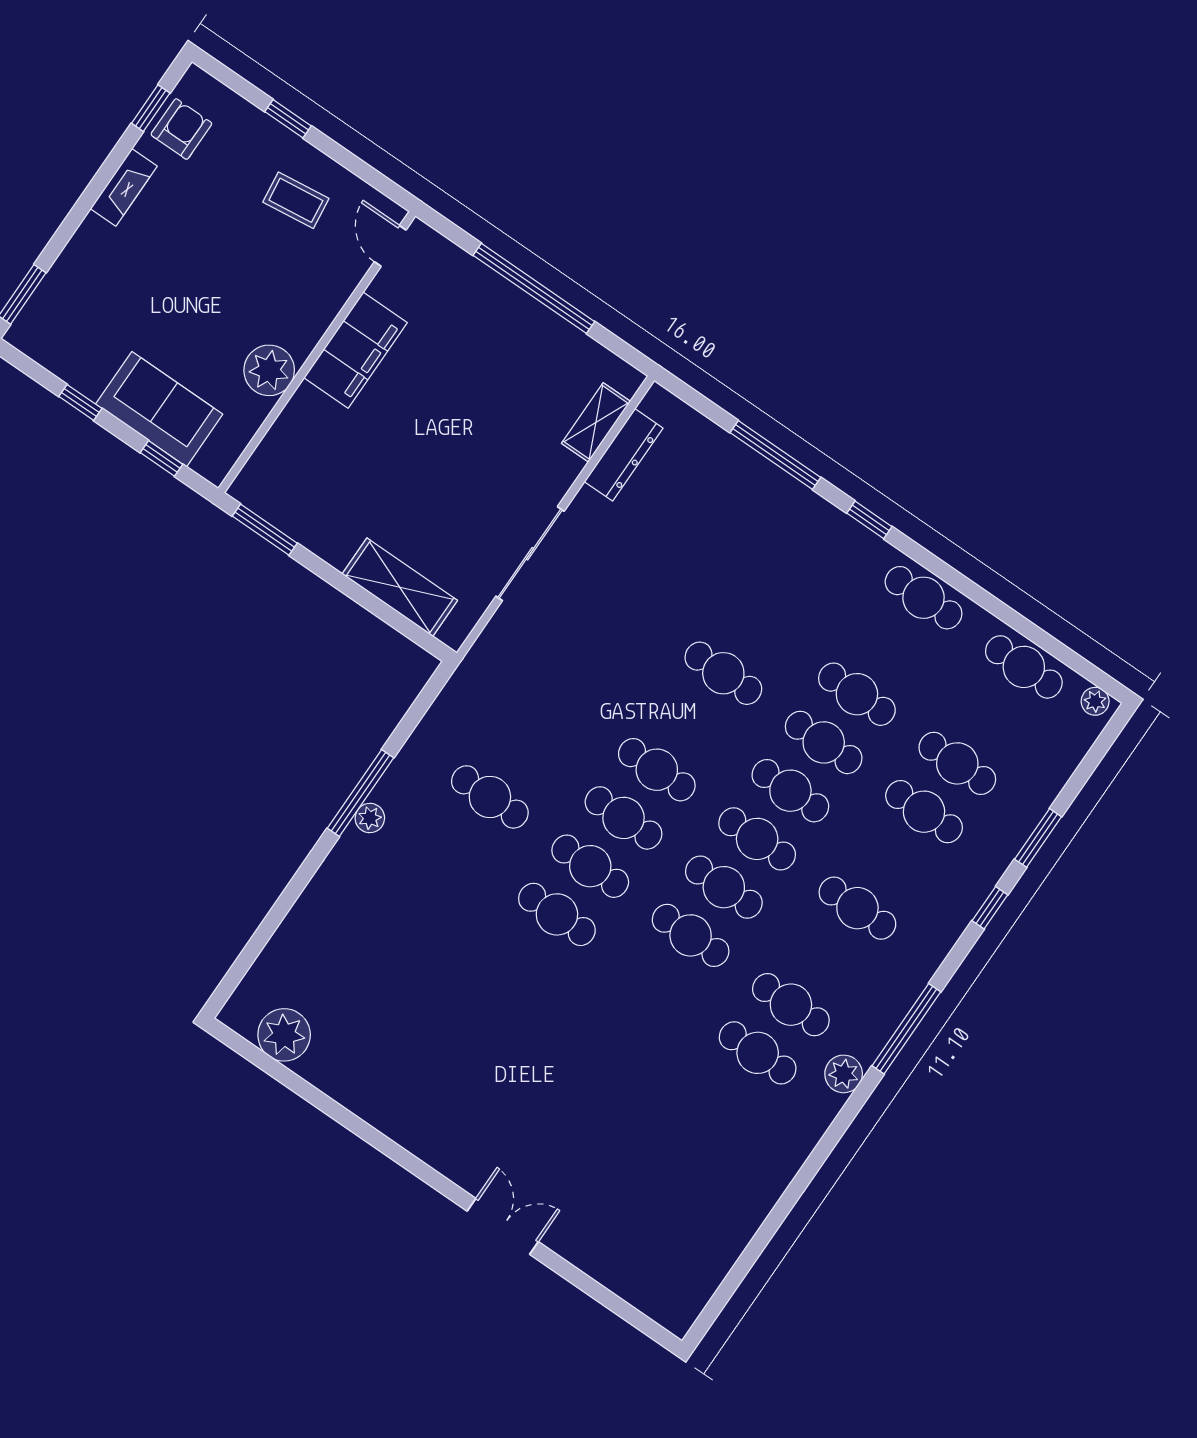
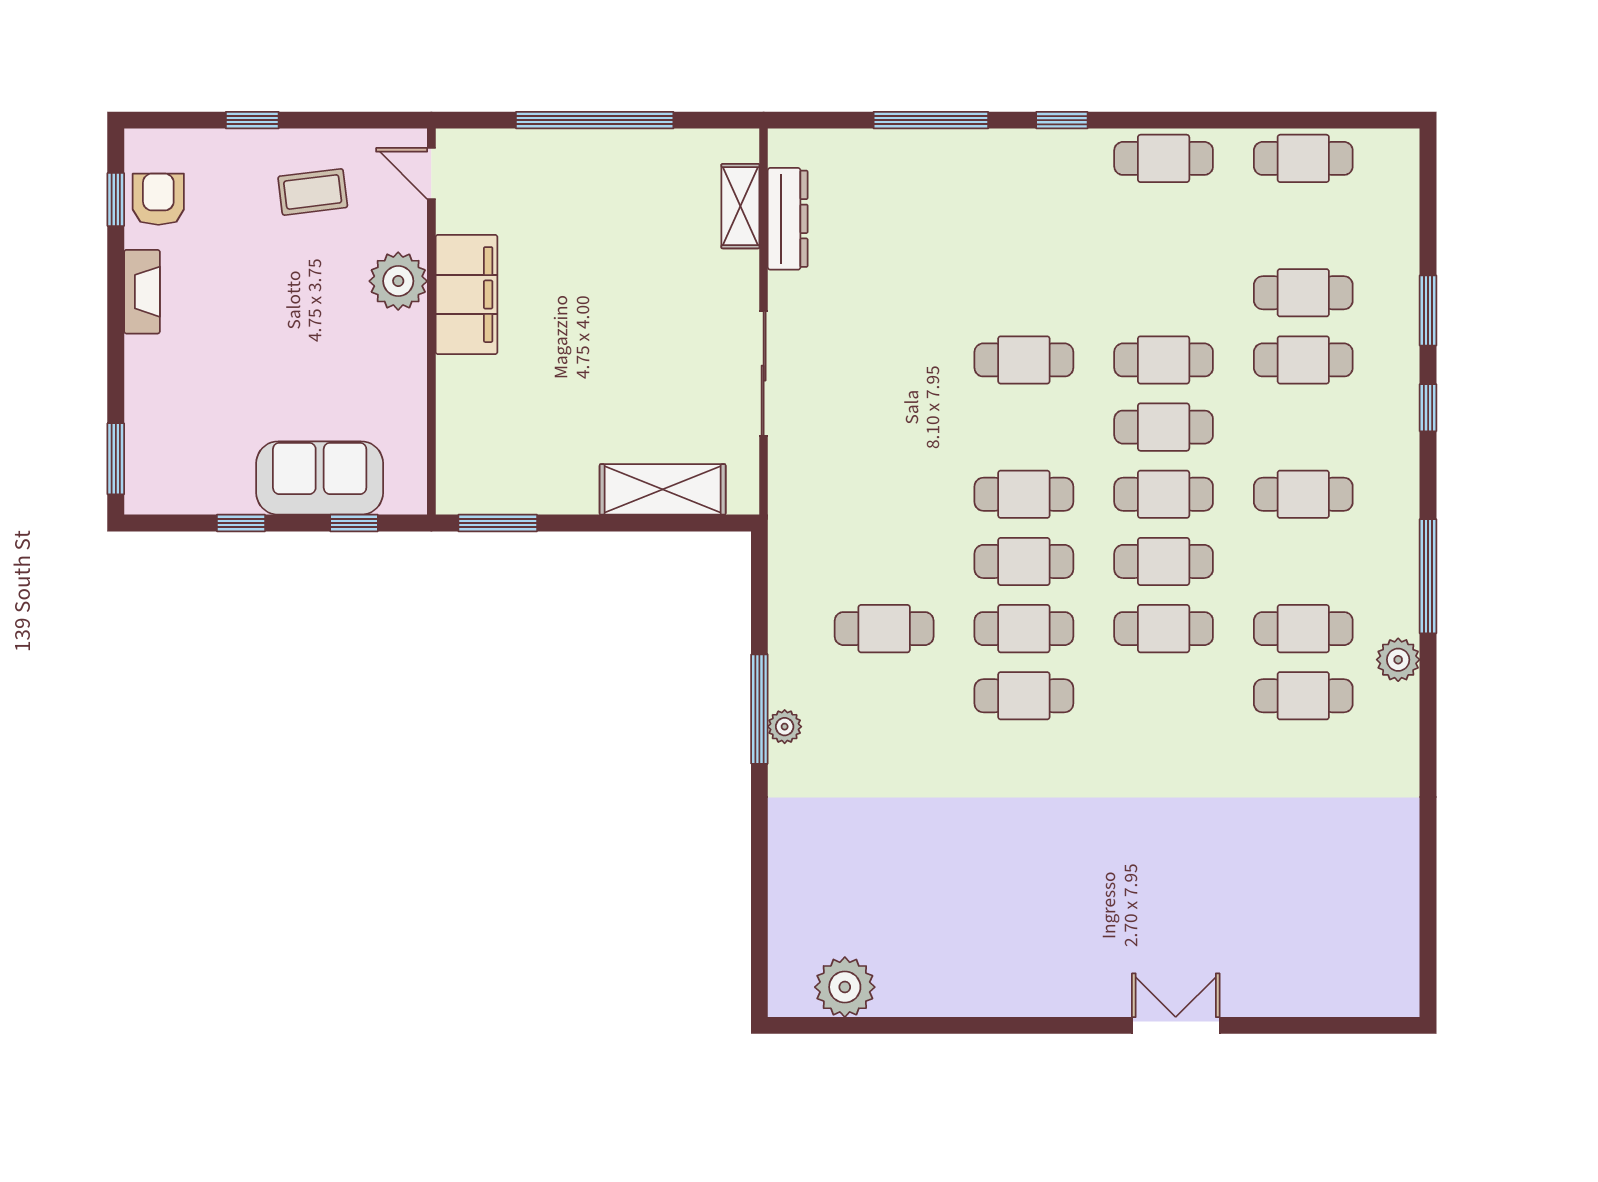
plant: (269, 370) -> (398, 281), moved
cafe table: (857, 694) -> (1164, 293), removed
plant: (1095, 701) -> (1393, 144), removed

